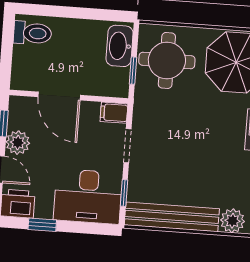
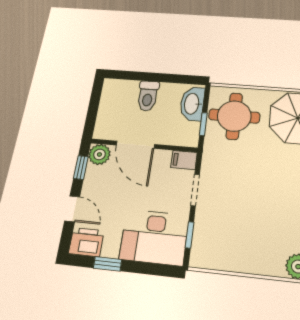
toilet: (32, 33) -> (148, 96), moved, turned 90
plant: (18, 143) -> (99, 154), moved
bench: (172, 217) -> (236, 260), removed

